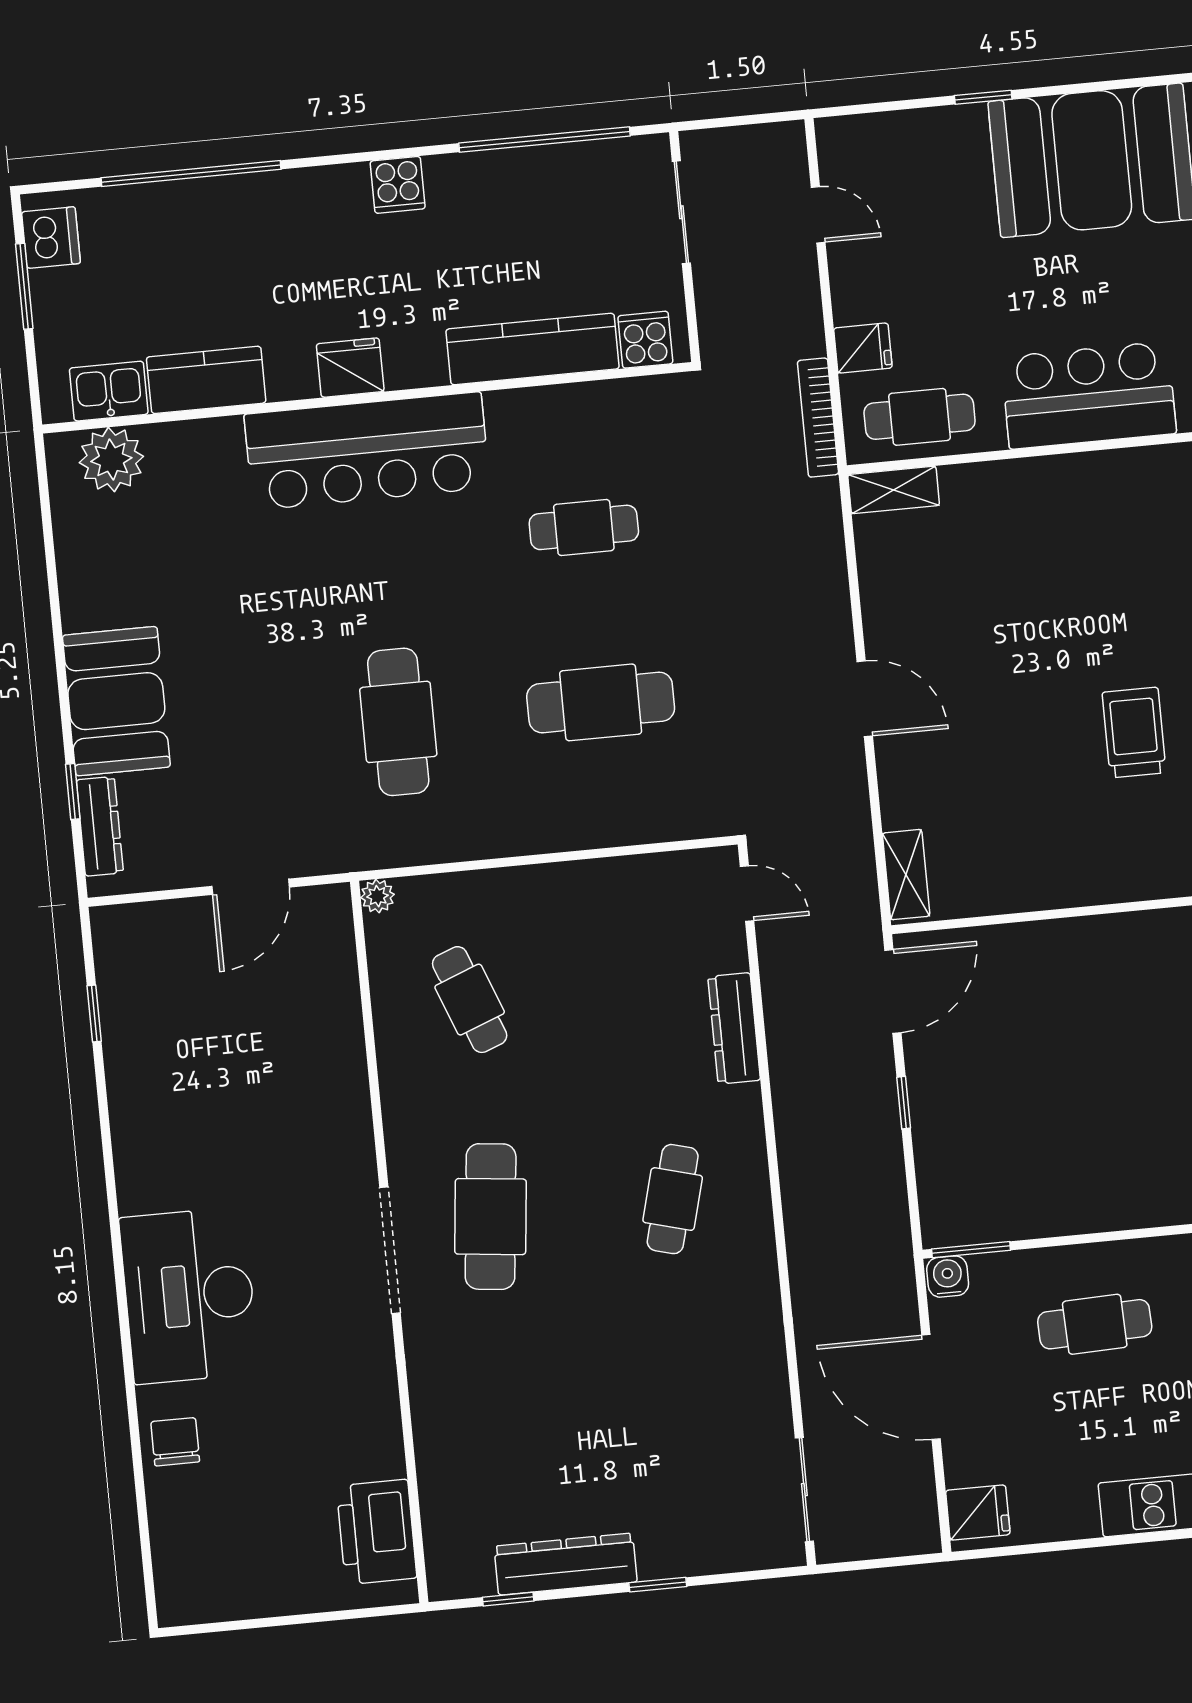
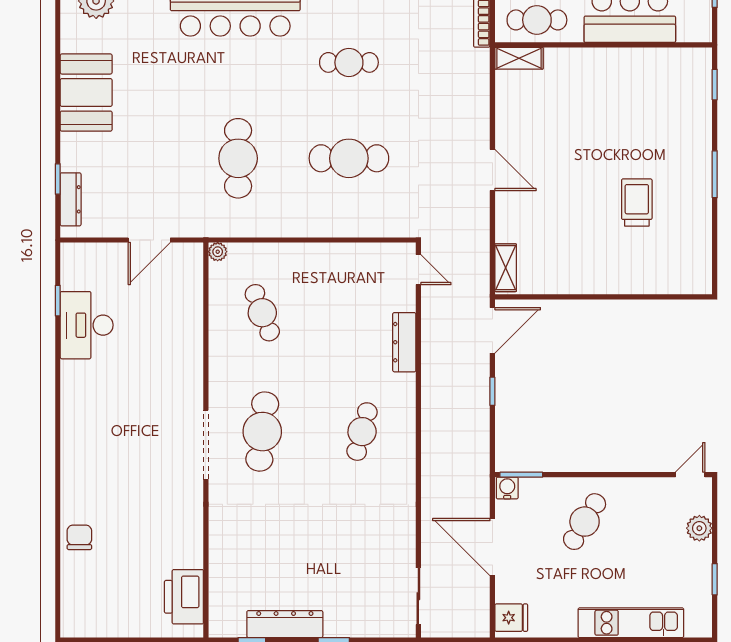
booth: (116, 701) -> (86, 93), moved
desk: (189, 1296) -> (87, 325), moved, width x0.73, depth x0.77
cafe table: (1095, 1324) -> (585, 522), turned -57

